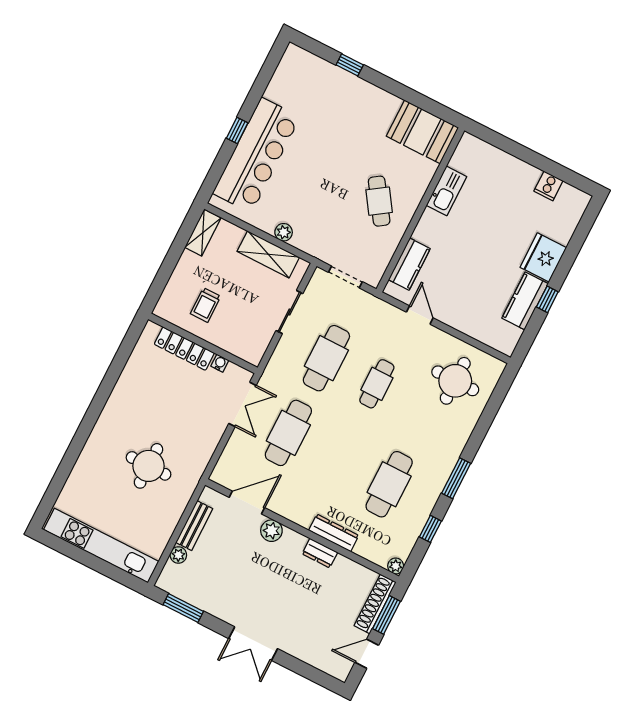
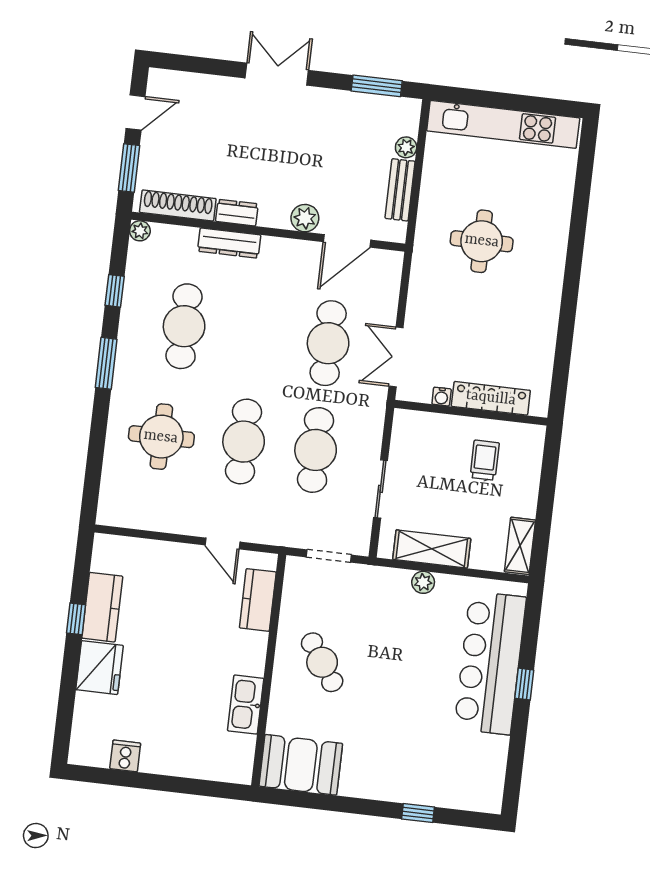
round table: (455, 381) -> (161, 437), moved
cafe table: (377, 384) -> (244, 442), width x1.37, depth x1.35
shoe rack: (375, 604) -> (178, 205), moved, turned -90

